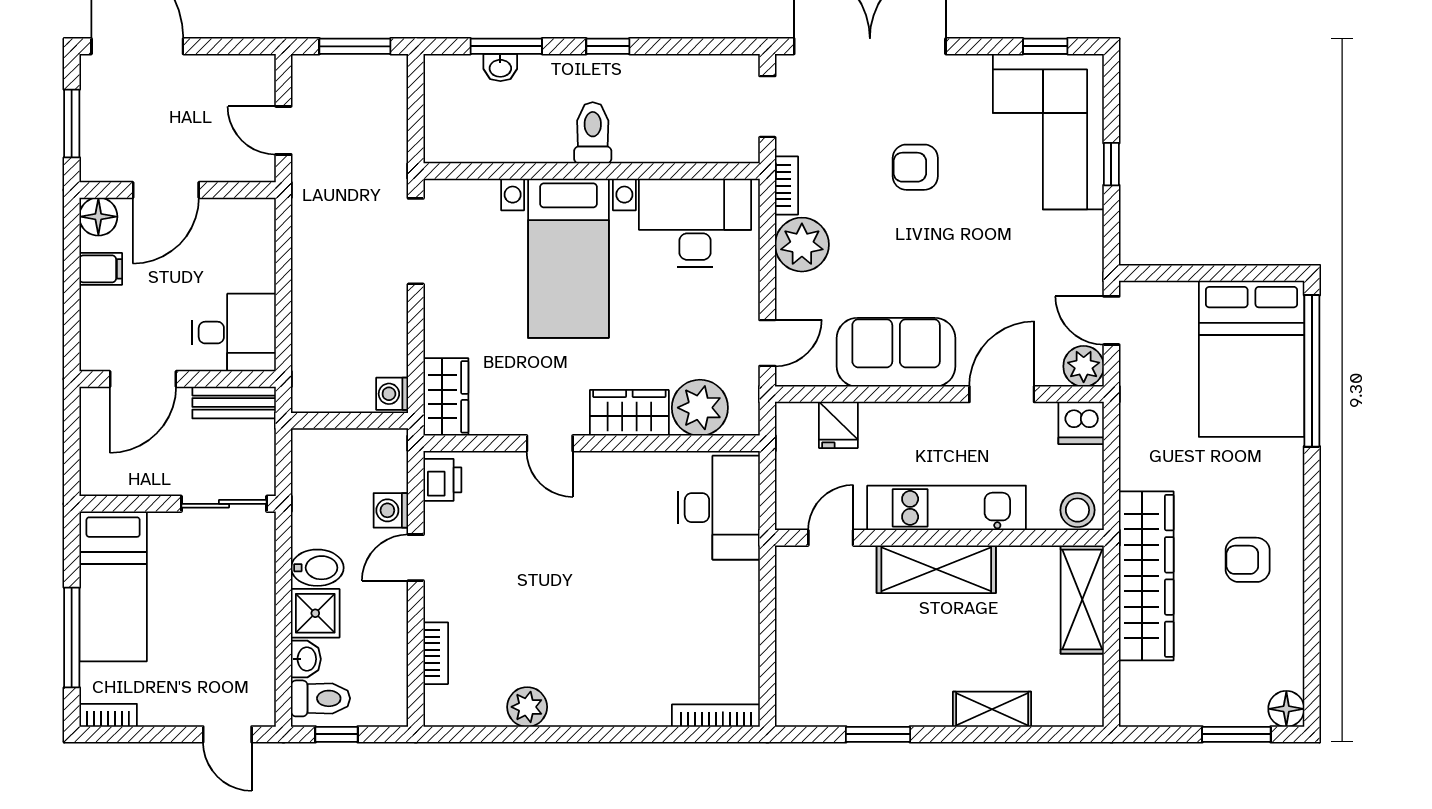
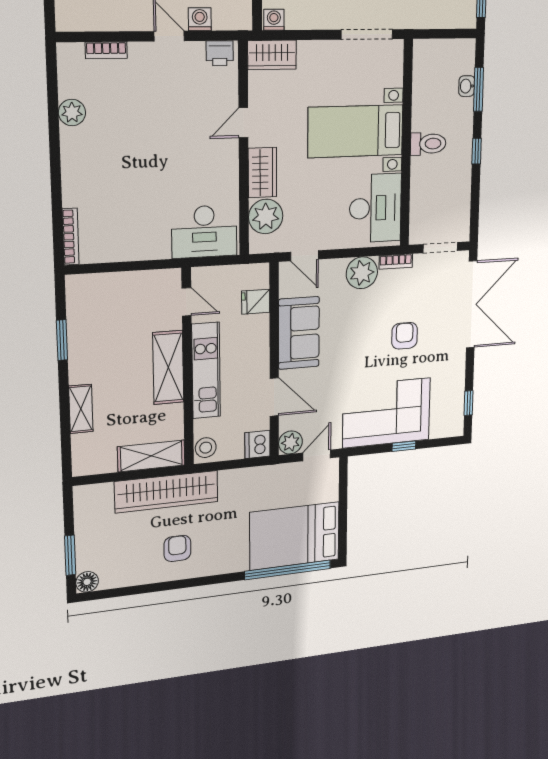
corner sofa: (1048, 132) -> (387, 413), moved

